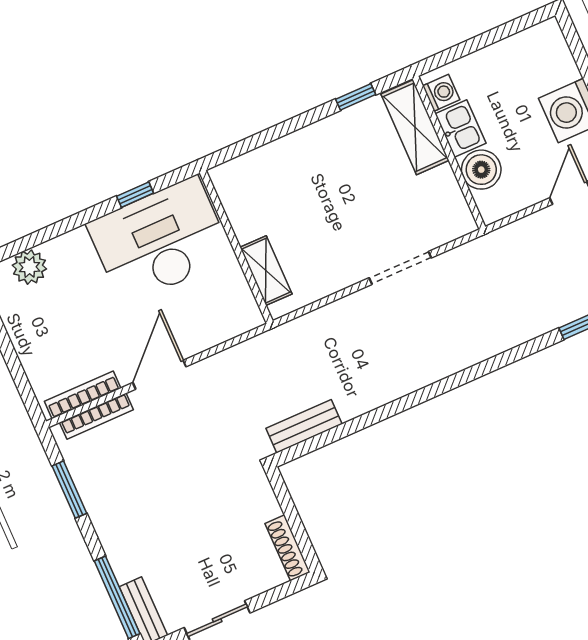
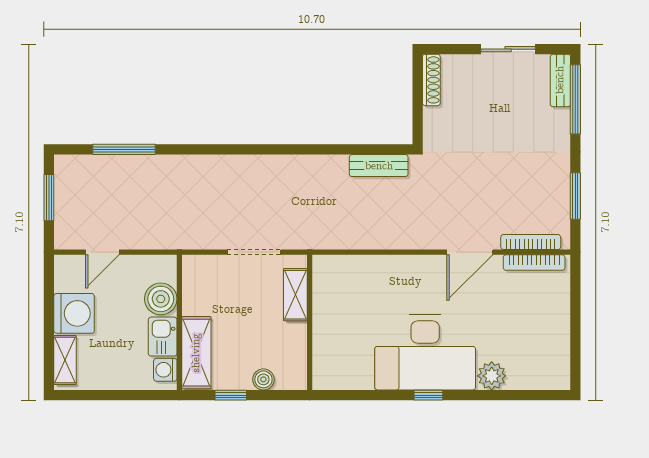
shelving: (558, 54) -> (65, 360), added
boiler: (327, 131) -> (263, 379), added
wall: (236, 247) -> (310, 322), moved
plant: (29, 267) -> (492, 376), moved
shelving: (266, 271) -> (295, 295), moved

